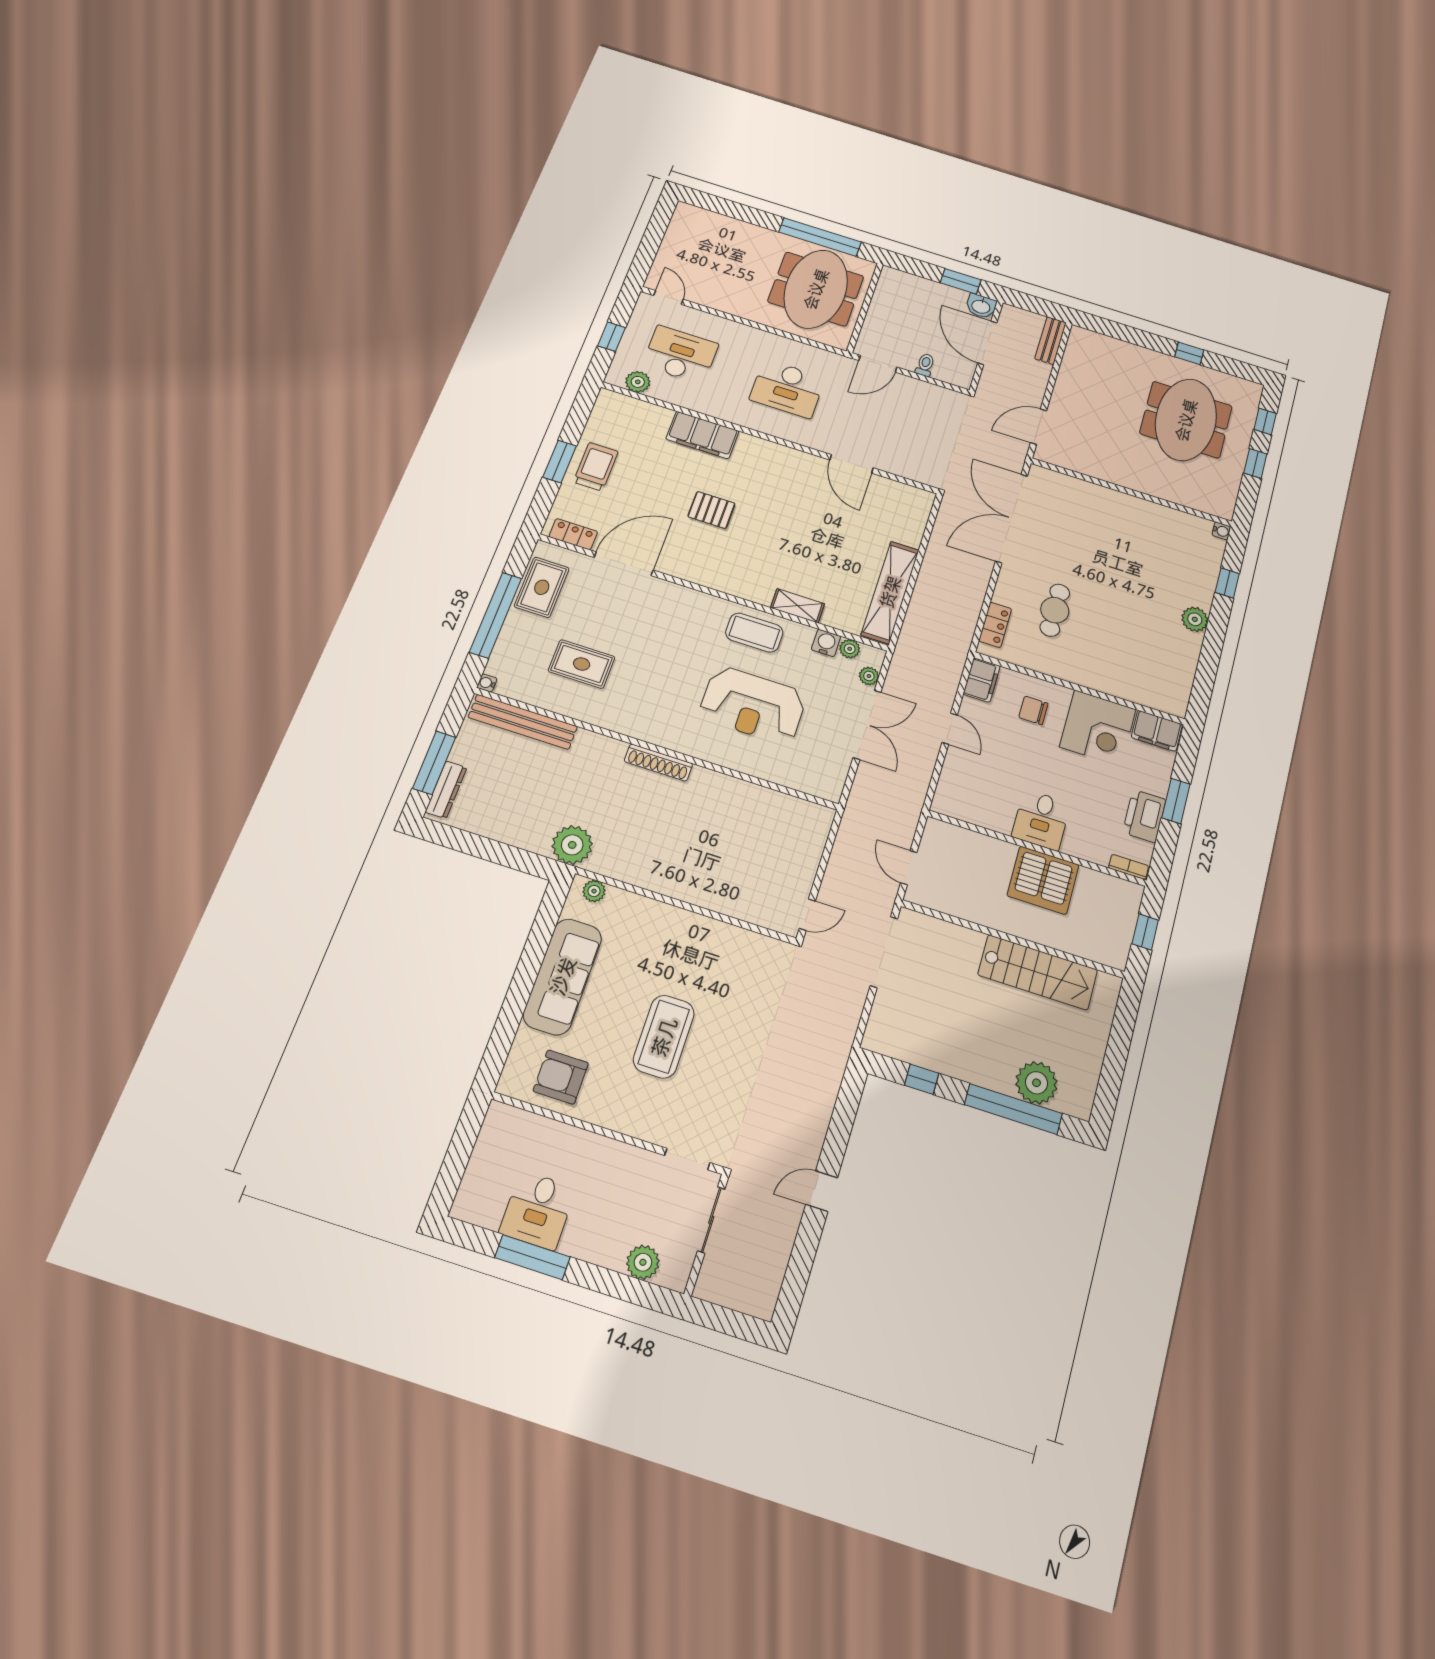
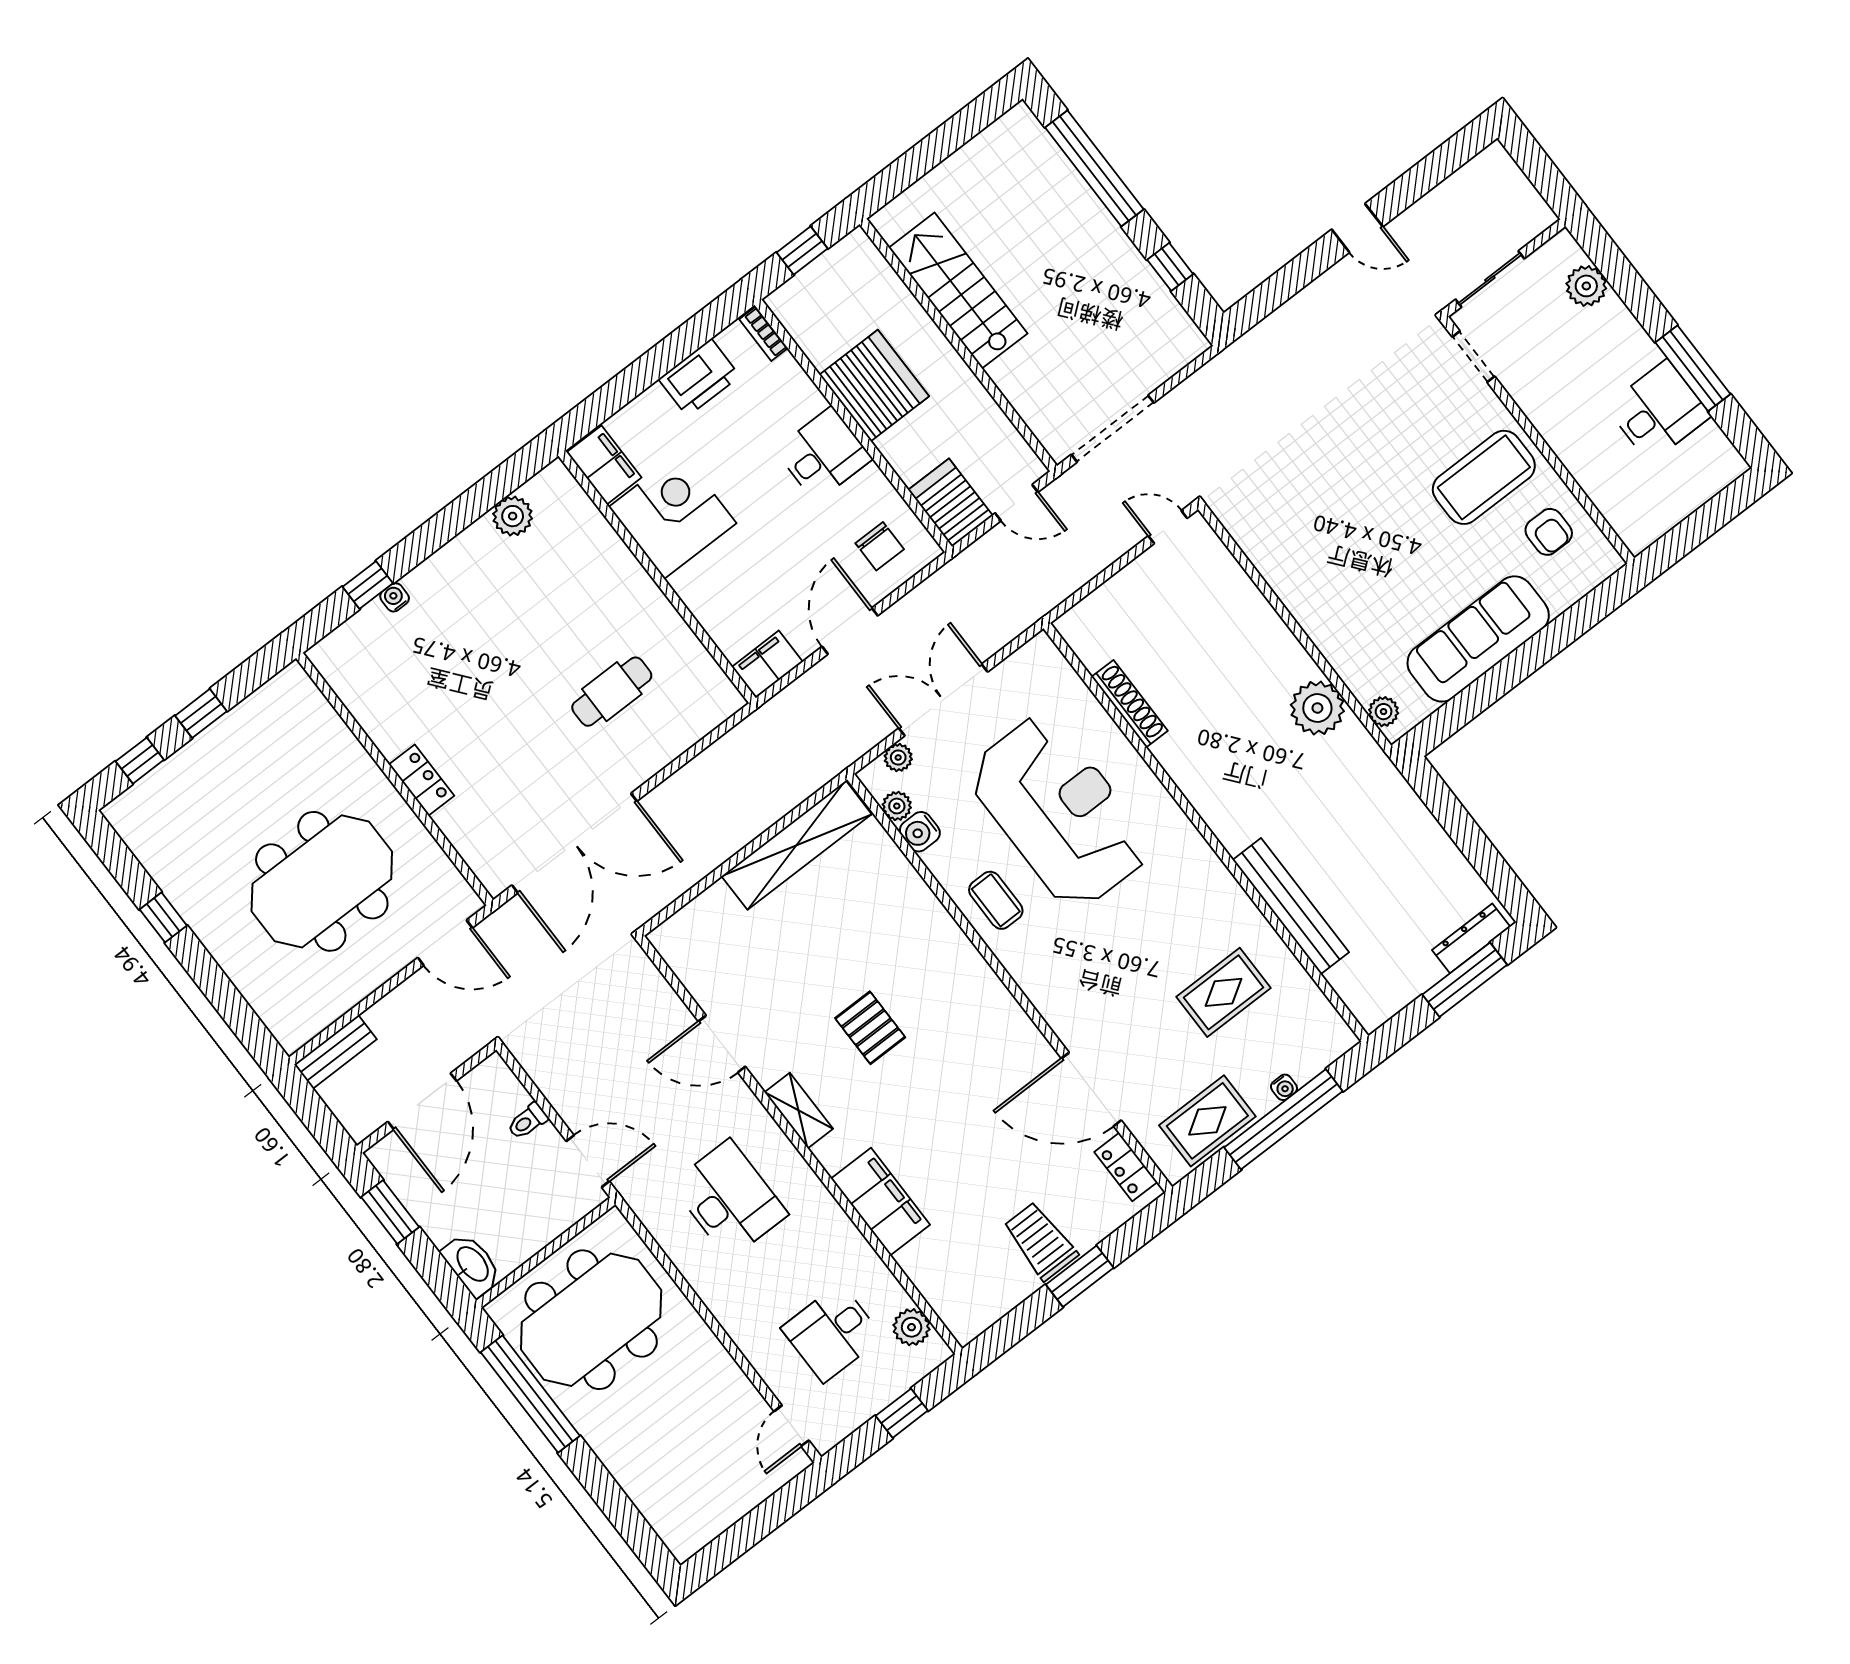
washbasin: (981, 306) -> (472, 1265), moved, width x1.38
desk: (680, 355) -> (832, 1333), width x0.73
meeting table: (1186, 420) -> (322, 881), moved
door: (851, 464) -> (722, 1044), swing flipped
trolley: (596, 467) -> (1040, 1241), turned 90
pallet: (711, 510) -> (870, 1028), moved
water cooler: (1221, 531) -> (395, 597), moved
shelving: (797, 606) -> (799, 1111), moved
plant: (1195, 619) -> (513, 516), moved
locker: (995, 625) -> (422, 780), moved, turned 90
coffee table: (754, 633) -> (996, 900), width x0.73, depth x0.77
rug: (582, 664) -> (1223, 992), turned 90
water cooler: (487, 683) -> (1284, 1087), moved
reception desk: (753, 705) -> (1059, 812), width x1.36, depth x1.30
chair: (1033, 710) -> (880, 546), moved
bench: (523, 722) -> (1291, 906), moved
door: (950, 729) -> (850, 631), width x1.38
shoe rack: (658, 763) -> (1130, 704), moved
window: (1176, 801) -> (648, 369), removed
server rack: (947, 841) -> (950, 503), added
plant: (572, 845) -> (1317, 708), moved
door: (909, 868) -> (1017, 503), hinge flipped
coffee table: (664, 1037) -> (1484, 477), moved
armchair: (561, 1077) -> (1549, 532), width x0.72, depth x0.72
plant: (1037, 1083) -> (1049, 177), removed

